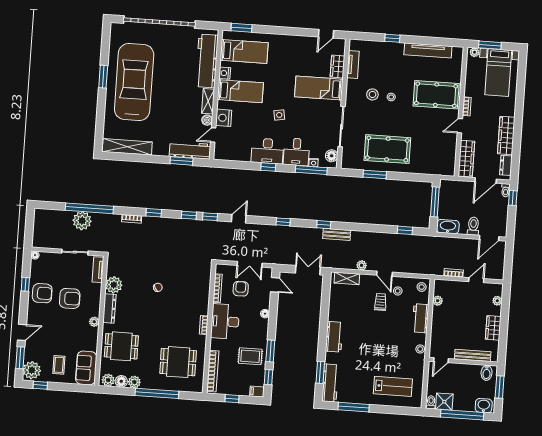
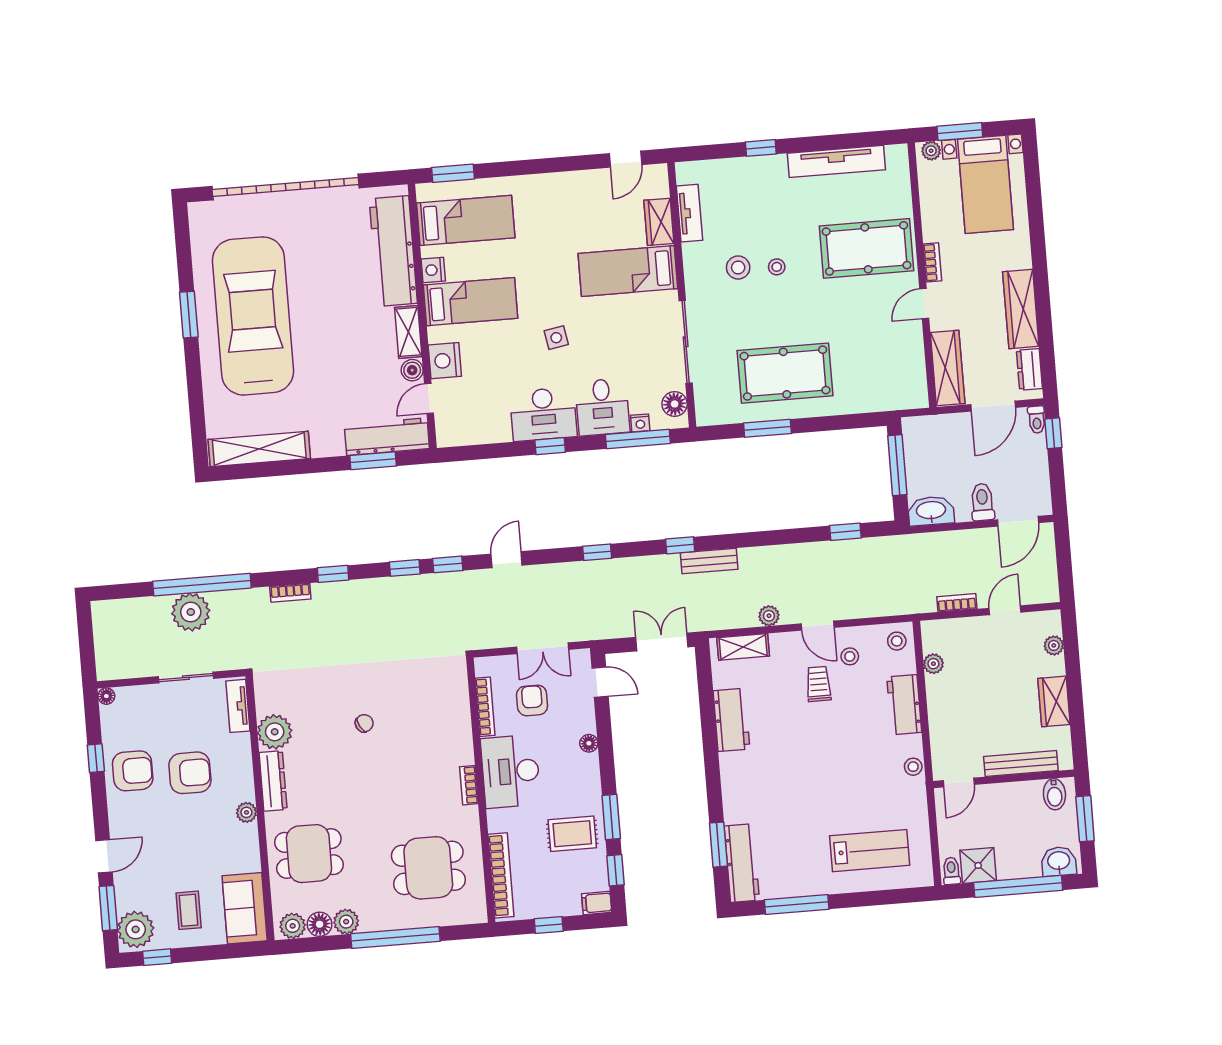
workbench: (334, 337) -> (731, 720), moved

